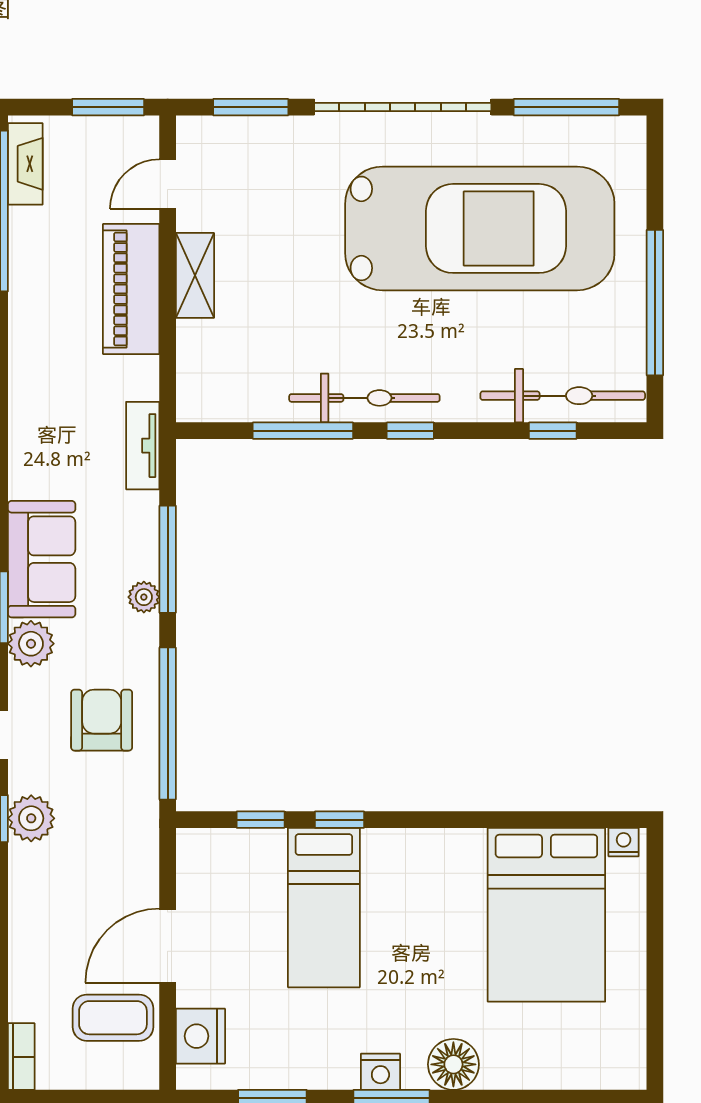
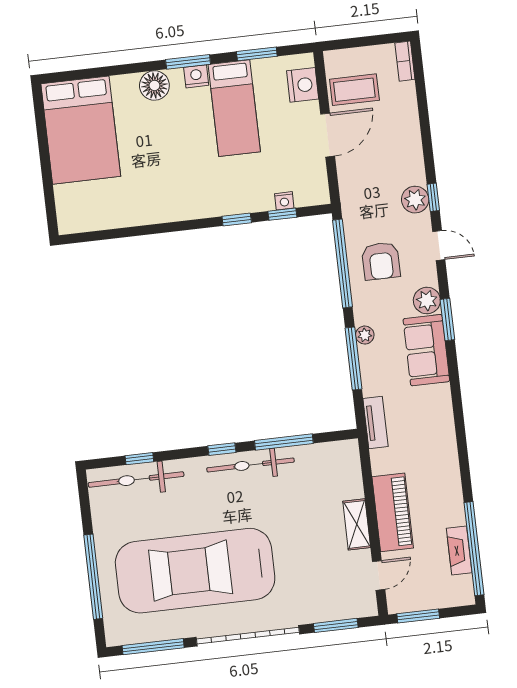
fireplace: (25, 164) -> (459, 550), moved
window: (655, 303) -> (93, 577), moved
nightstand: (624, 842) -> (284, 201), moved
bed: (324, 908) -> (234, 108), moved, turned 180
bed: (546, 915) -> (81, 130), moved, turned 180

